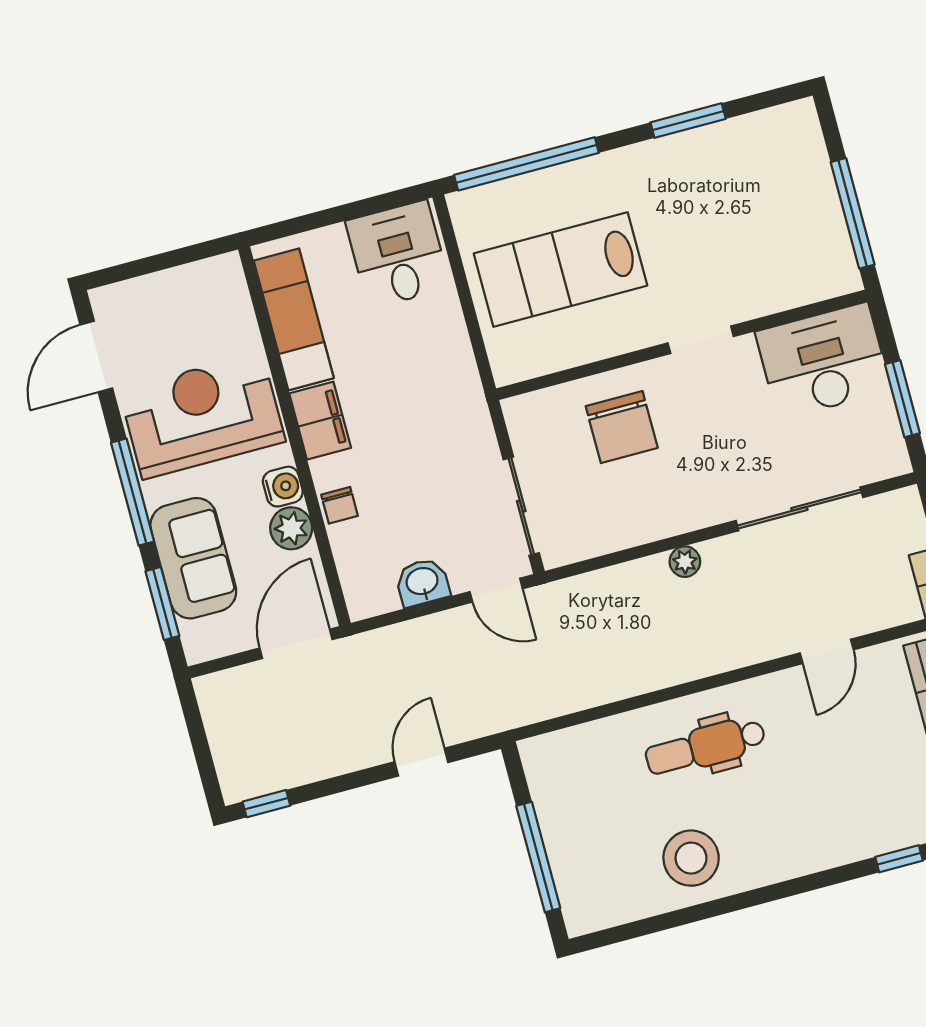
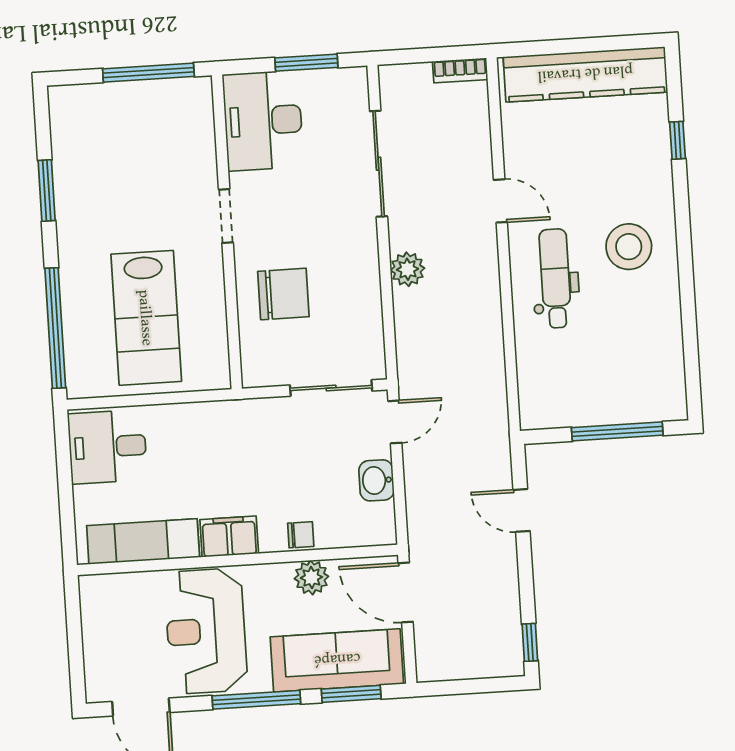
water cooler: (283, 487) -> (276, 577), removed
sofa: (193, 558) -> (337, 660), width x1.36
plant: (685, 562) -> (407, 269), width x1.38, depth x1.38
door: (827, 651) -> (500, 201), moved
dental chair: (705, 747) -> (555, 278), turned 180
stool: (691, 858) -> (629, 247), moved

